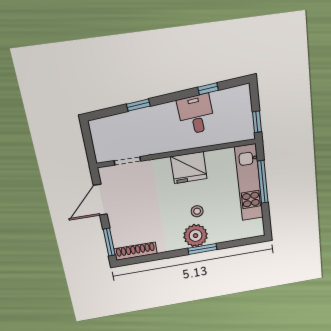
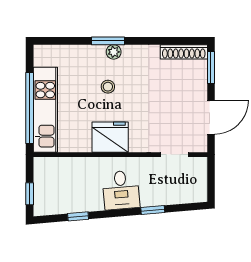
desk: (196, 114) -> (121, 190), moved
window: (257, 122) -> (30, 194), moved
window: (263, 182) -> (30, 108), width x1.46
plant: (196, 236) -> (114, 52), width x0.53, depth x0.53

